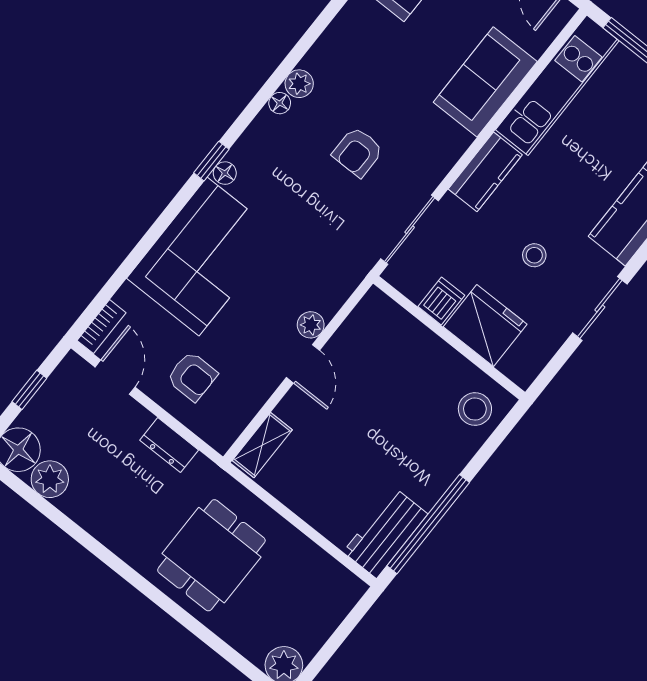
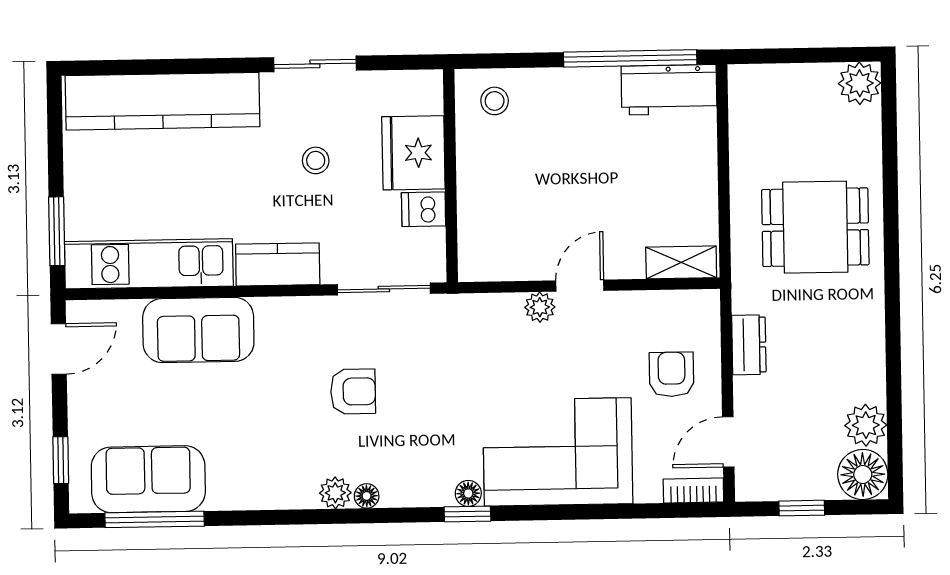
stool: (475, 409) -> (495, 101), width x0.73, depth x0.73

